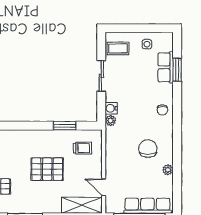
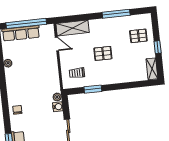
chair: (148, 149) -> (25, 78), removed
pallet: (47, 169) -> (103, 53), width x0.67, depth x0.71

